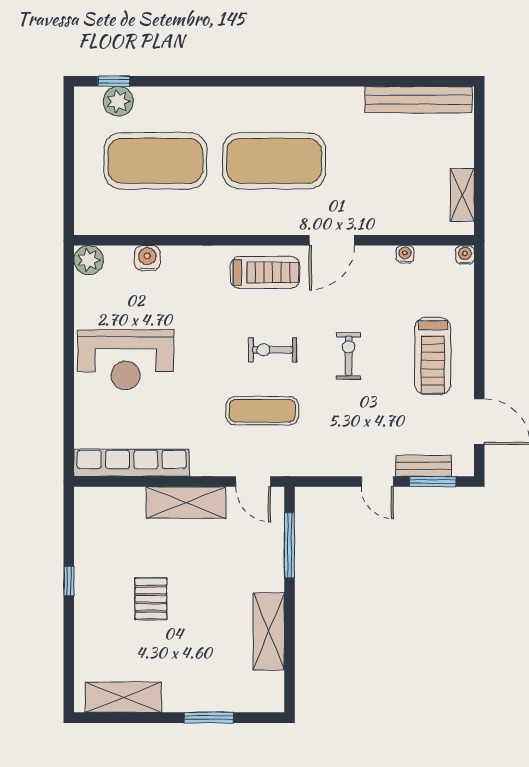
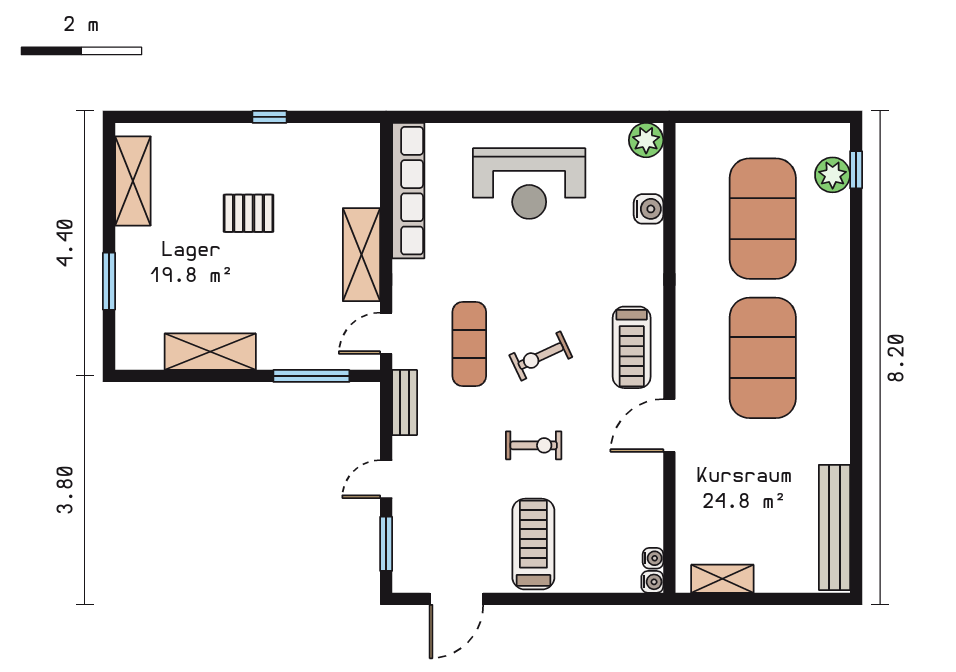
door: (332, 240) -> (669, 425), hinge flipped
water cooler: (405, 254) -> (653, 558), moved
exercise bike: (273, 350) -> (541, 356), turned -115
treadmill: (433, 356) -> (533, 544), turned 90
reception desk: (126, 360) -> (529, 184), turned -90
bench: (424, 466) -> (405, 403), moved

